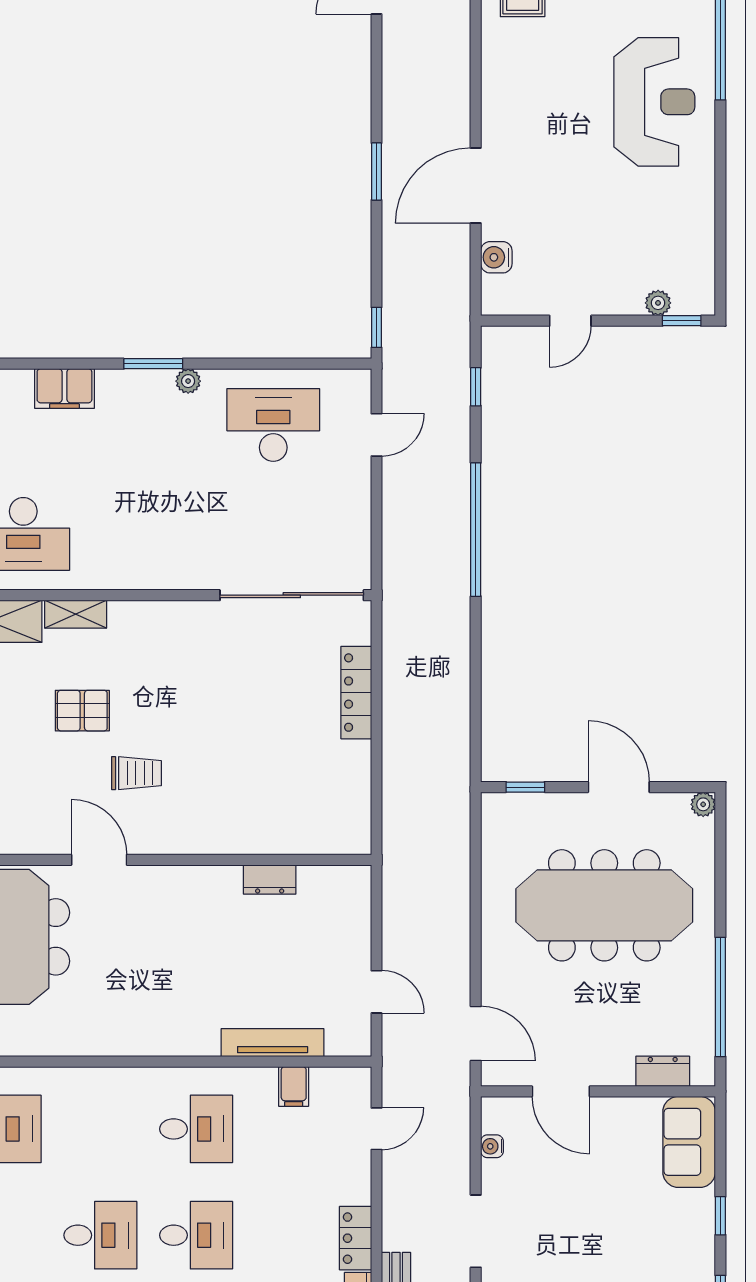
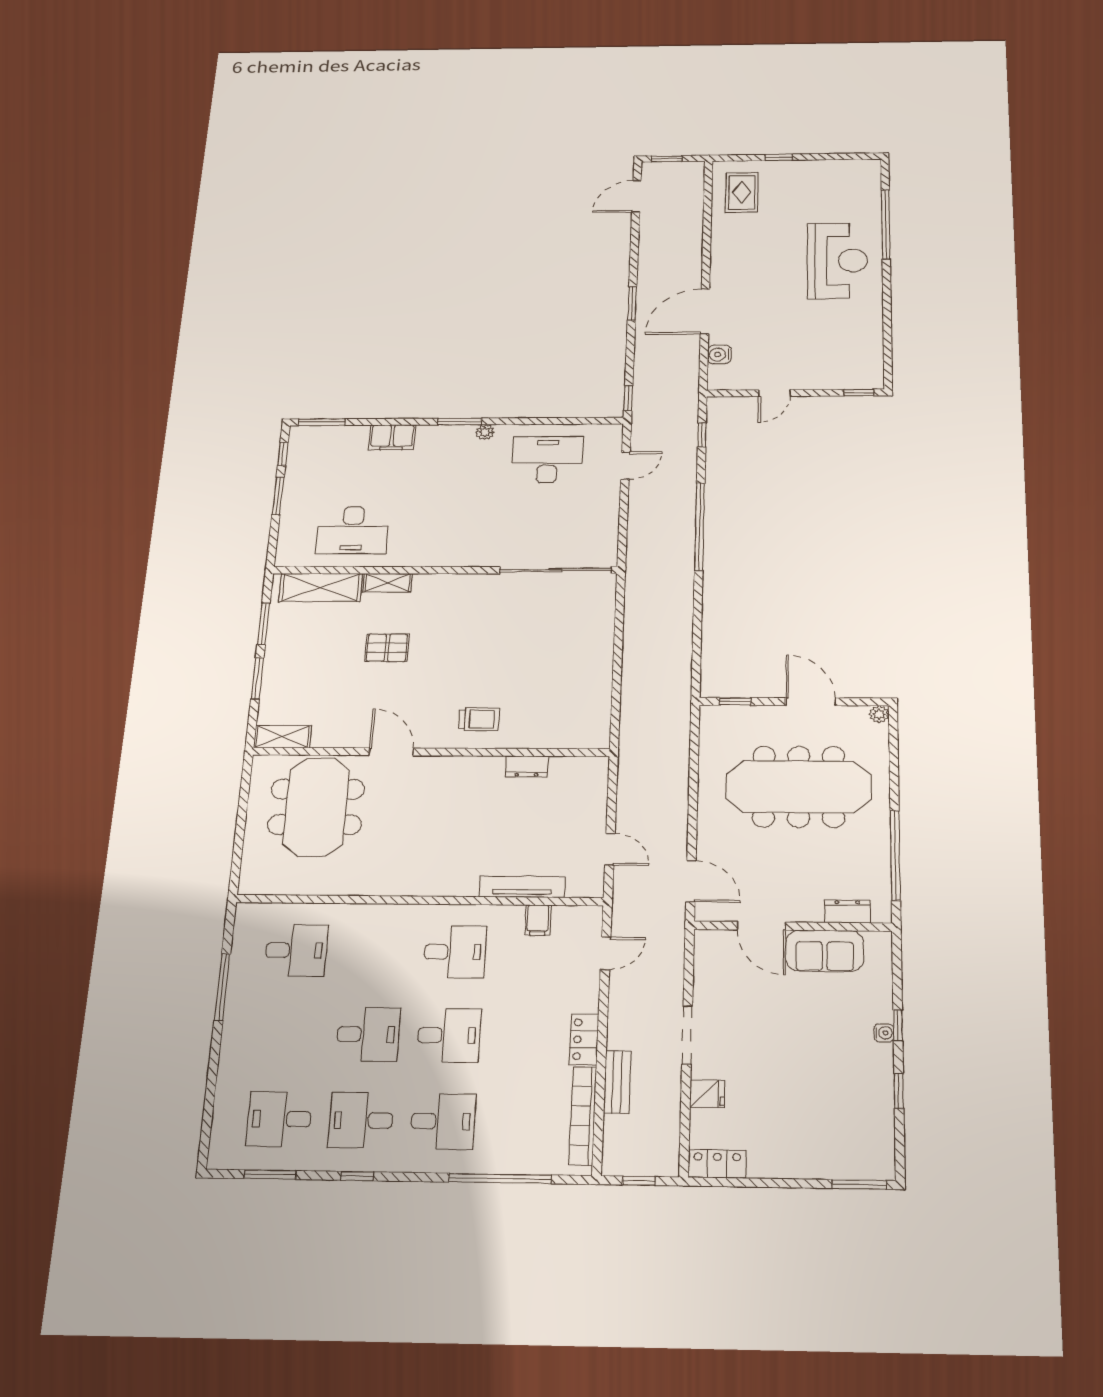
plant: (658, 303) -> (841, 382), removed
locker: (356, 693) -> (603, 636), removed
trolley: (136, 773) -> (479, 719), moved
sofa: (689, 1142) -> (825, 951), moved, turned -90
water cooler: (492, 1146) -> (884, 1033), moved, turned 180

